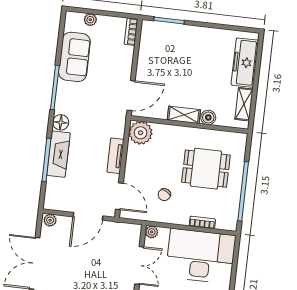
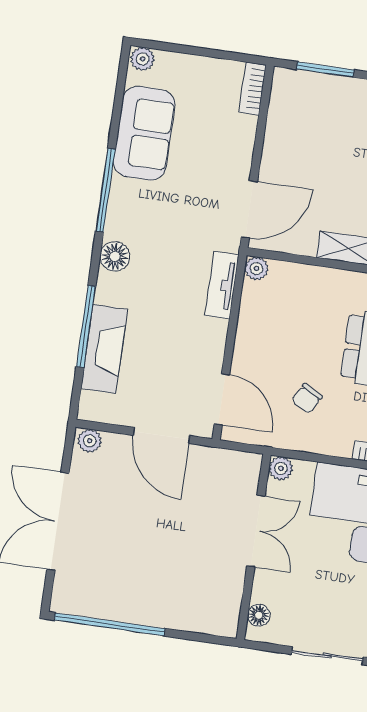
plant: (90, 20) -> (143, 59), moved
plant: (141, 133) -> (256, 269), width x0.53, depth x0.53
fireplace: (58, 154) -> (104, 349), moved
tv unit: (115, 156) -> (222, 285), moved
door: (88, 216) -> (161, 435), hinge flipped

